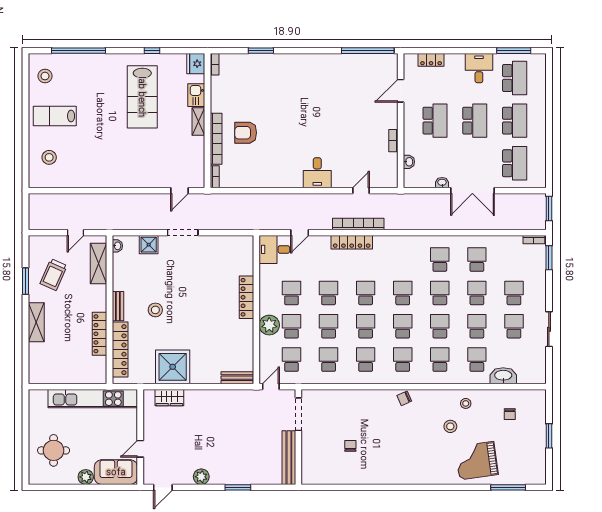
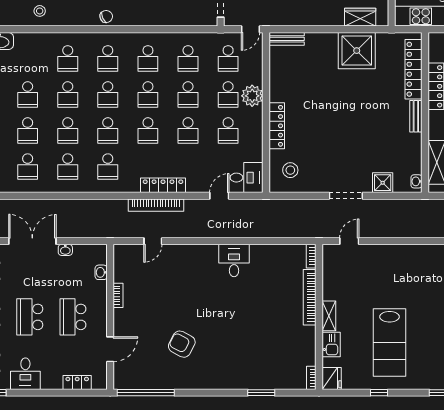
lab bench: (142, 97) -> (390, 342), turned 180
armchair: (246, 133) -> (182, 344), moved, turned -152
desk: (317, 173) -> (234, 261), moved
stool: (155, 310) -> (290, 170), moved
school desk: (477, 360) -> (108, 167), moved

